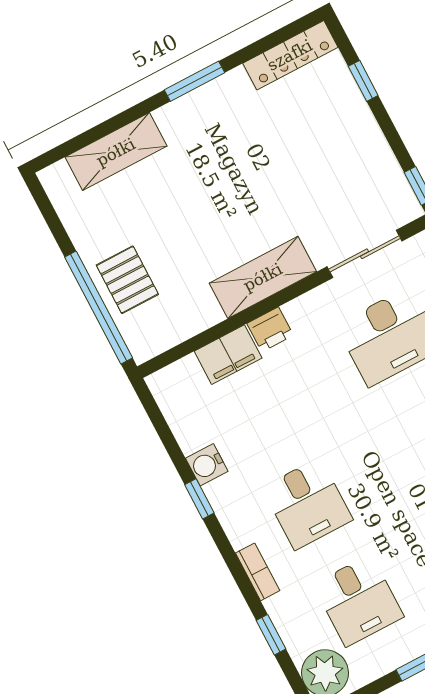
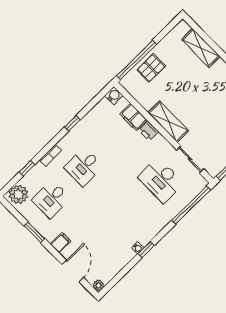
water cooler: (207, 465) -> (114, 96), moved, turned 90

